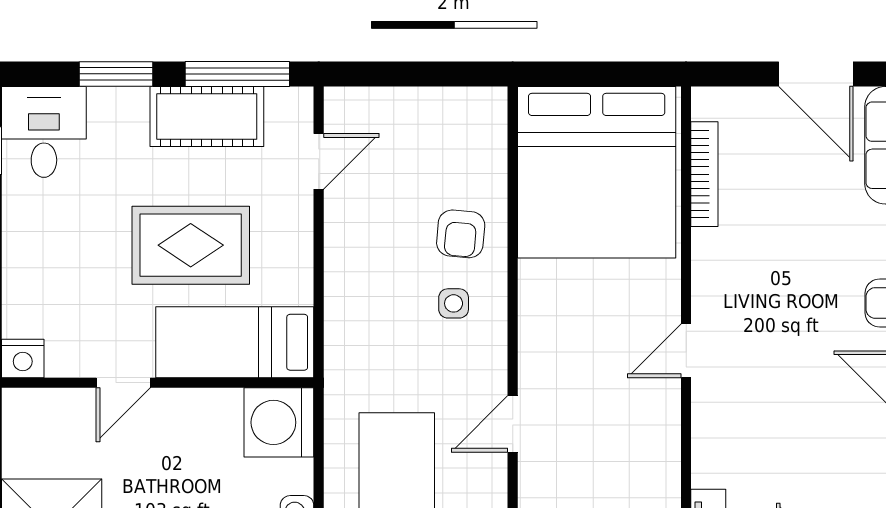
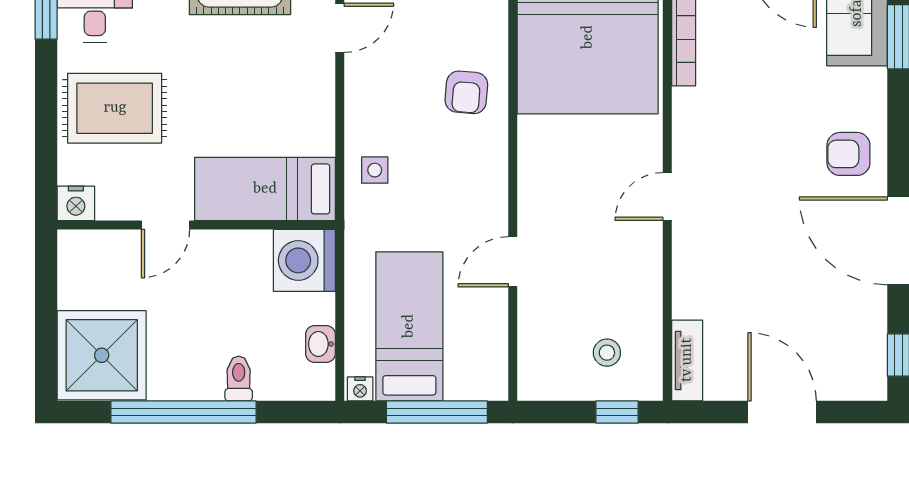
rug: (191, 245) -> (115, 108), moved
side table: (454, 303) -> (375, 170), moved

